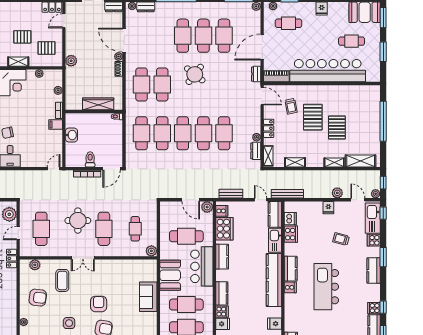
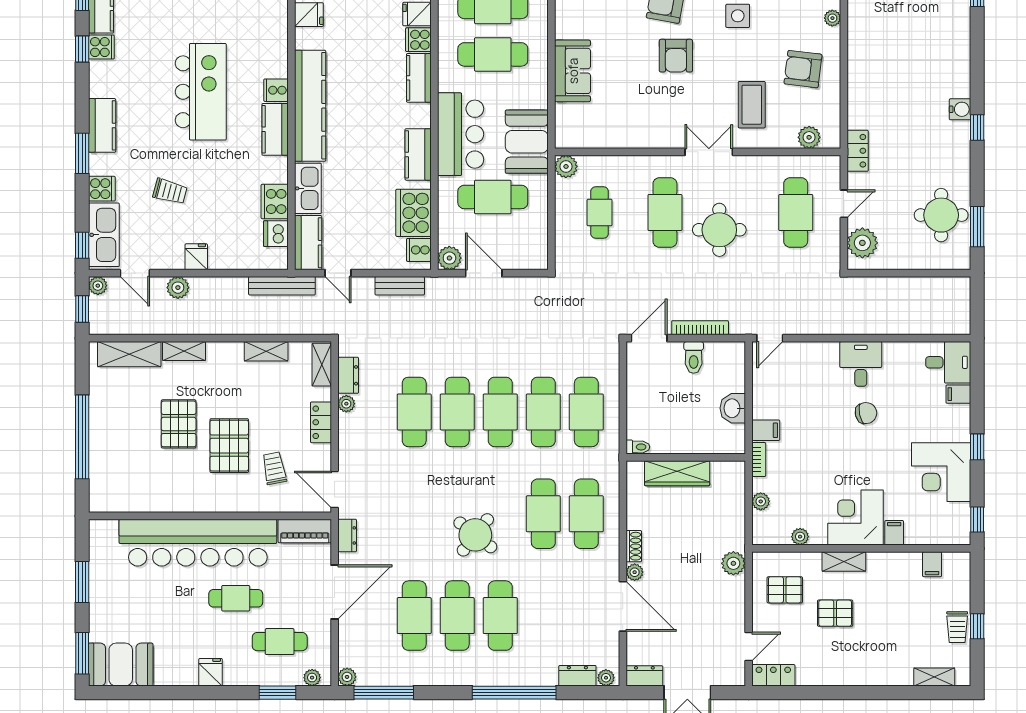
cafe table: (352, 41) -> (236, 598), moved
booth: (170, 275) -> (527, 142), moved

